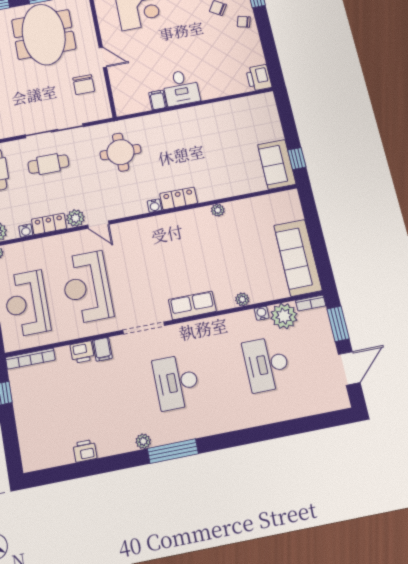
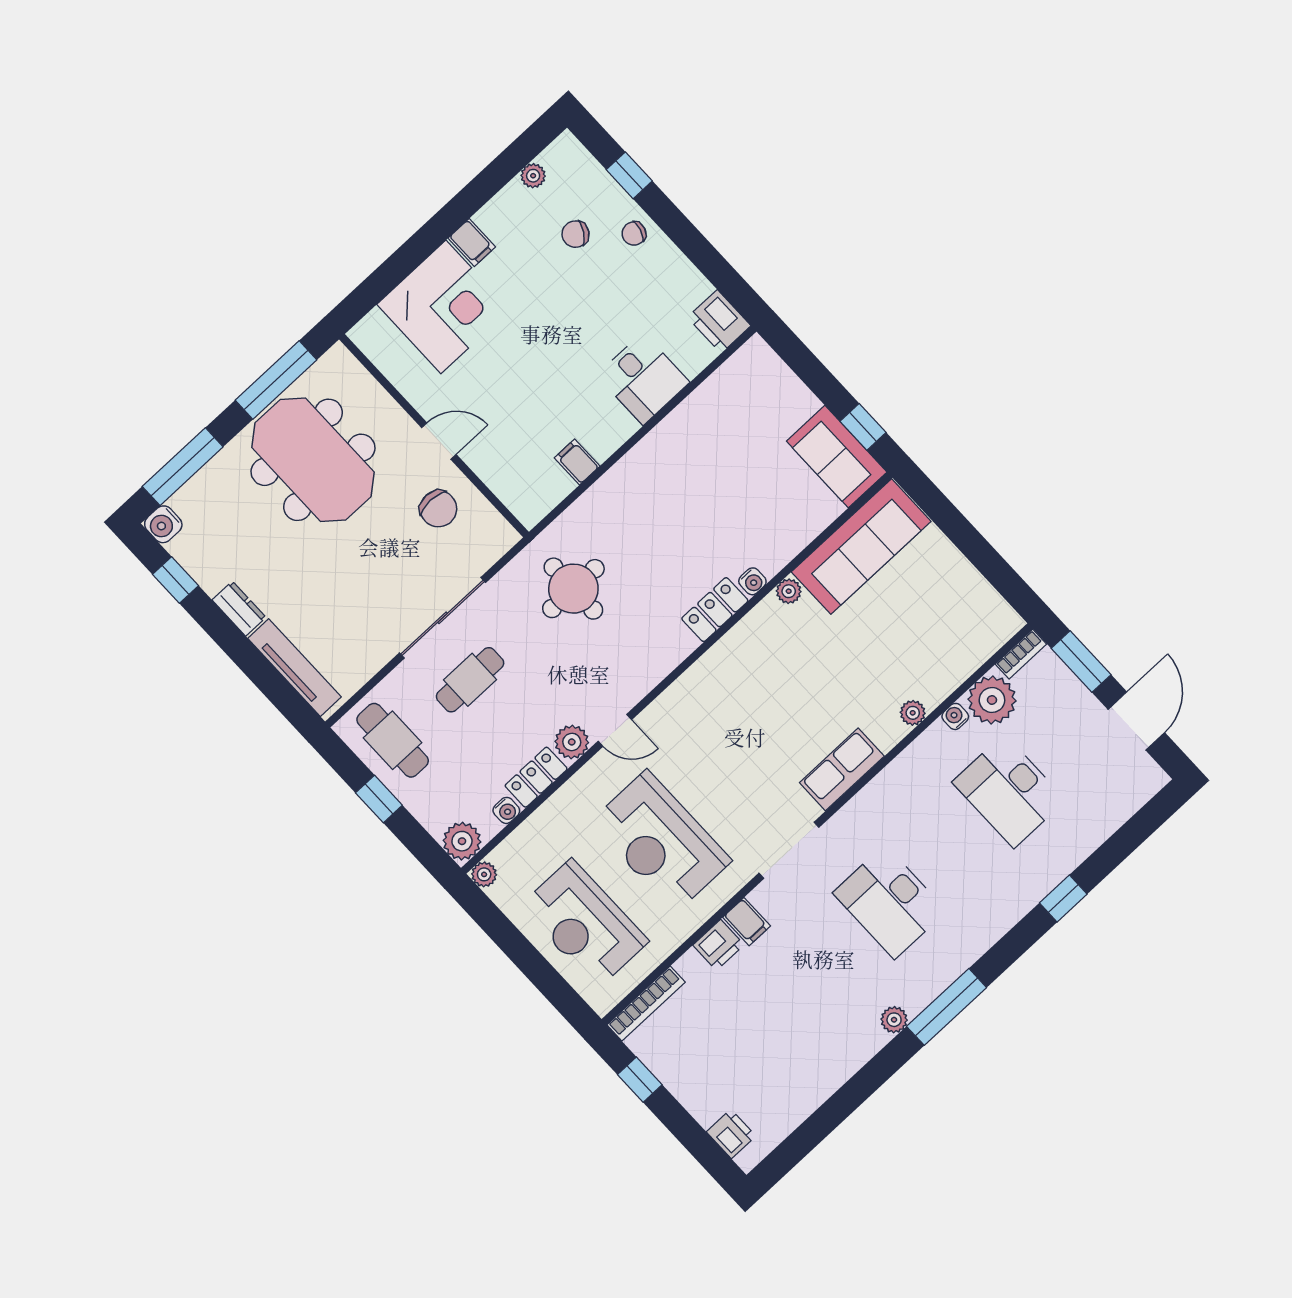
desk: (181, 88) -> (643, 379), moved
water cooler: (154, 206) -> (752, 581), moved
sofa: (298, 258) -> (861, 547), moved, turned -90
window: (263, 433) -> (1063, 898), added
printer: (85, 451) -> (731, 1134), moved, turned 90

